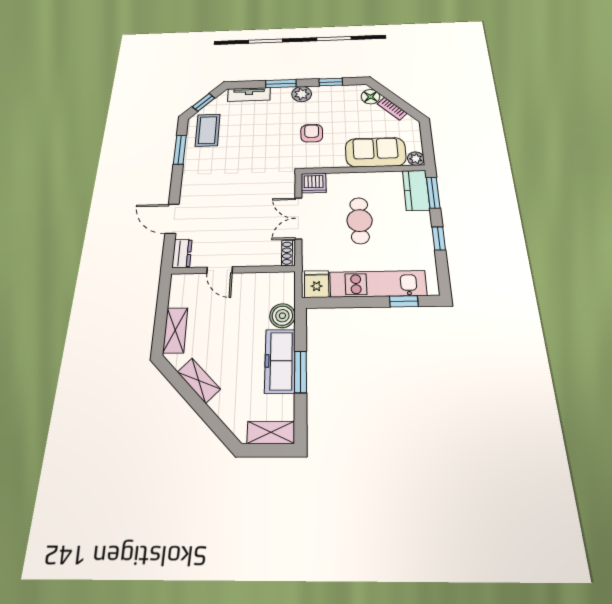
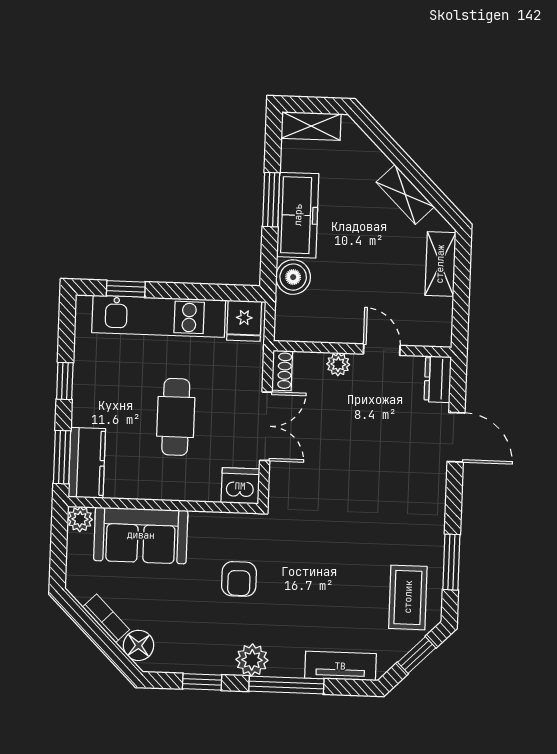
window: (281, 84) -> (286, 685), width x1.44
plant: (250, 259) -> (338, 364), added

